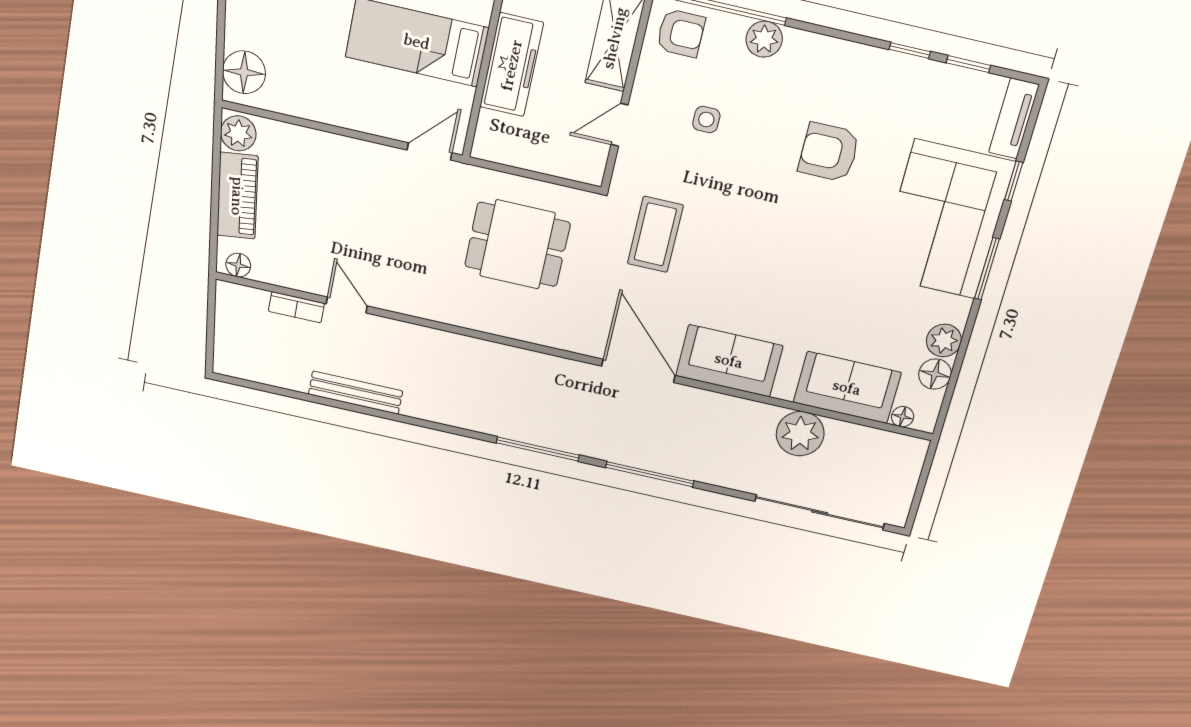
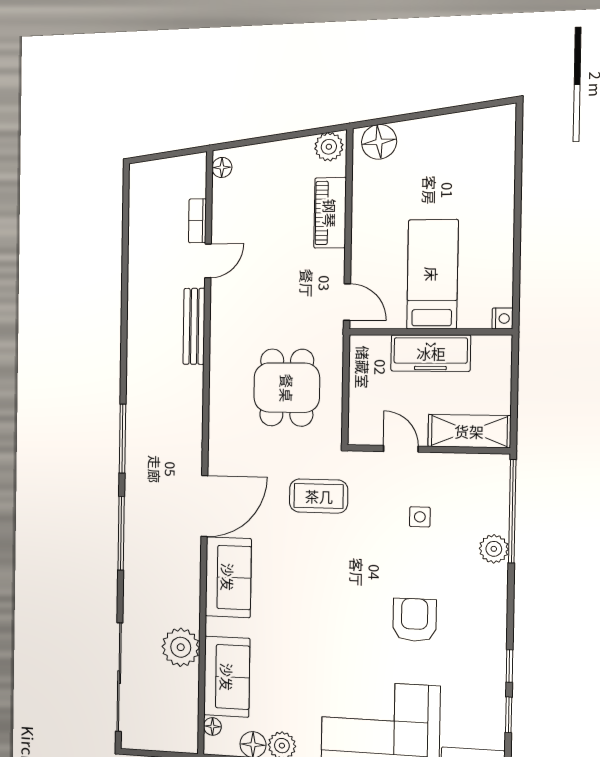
armchair: (681, 33) -> (484, 482), removed
piano: (237, 196) -> (330, 213), moved, turned 97
bench: (356, 393) -> (194, 326), moved

